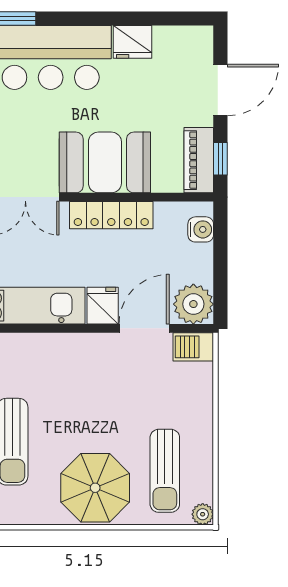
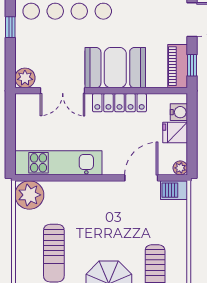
plant: (193, 304) -> (180, 168), width x0.53, depth x0.53
fridge: (103, 306) -> (175, 132), moved, turned -90

